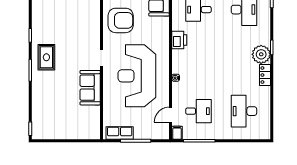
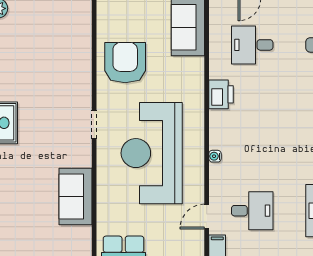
armchair: (121, 20) -> (125, 63), turned -90
sofa: (90, 88) -> (75, 197), moved

